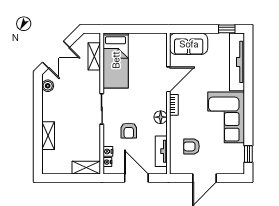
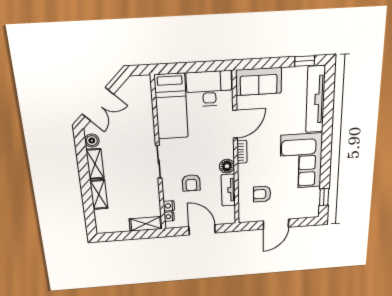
desk: (148, 47) -> (209, 89), added
shelving: (94, 56) -> (95, 164), moved
tv unit: (161, 151) -> (228, 190), moved

